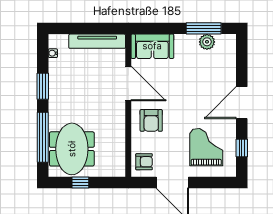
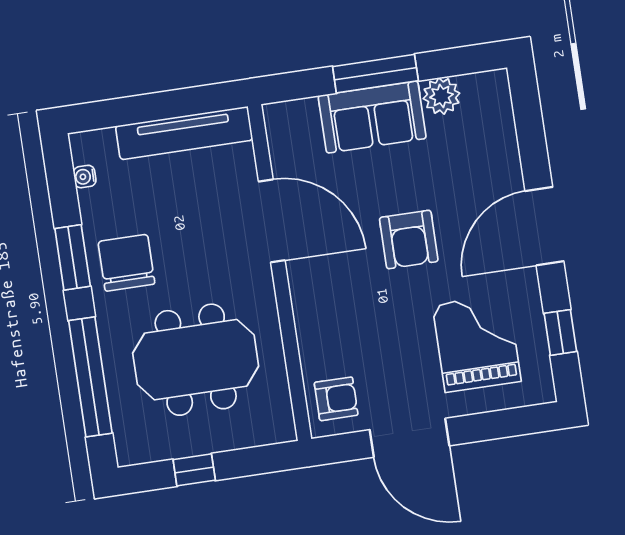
window: (204, 28) -> (375, 74), moved
sofa: (152, 46) -> (372, 117), moved
chair: (65, 92) -> (126, 263), added
armchair: (151, 120) -> (409, 240), moved
meeting table: (72, 149) -> (196, 360), moved, turned 90

